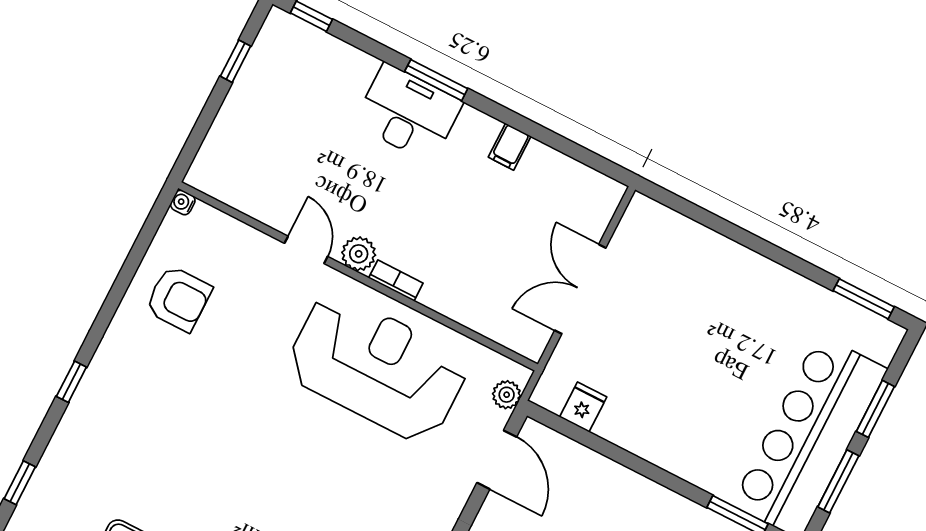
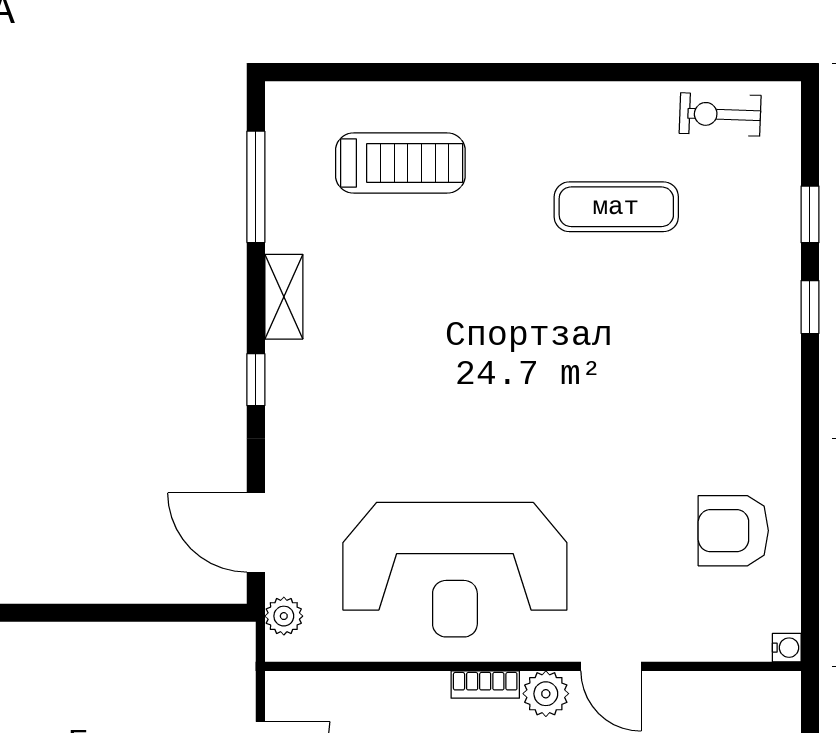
window: (71, 382) -> (810, 307), moved
fridge: (583, 407) -> (185, 648), removed

